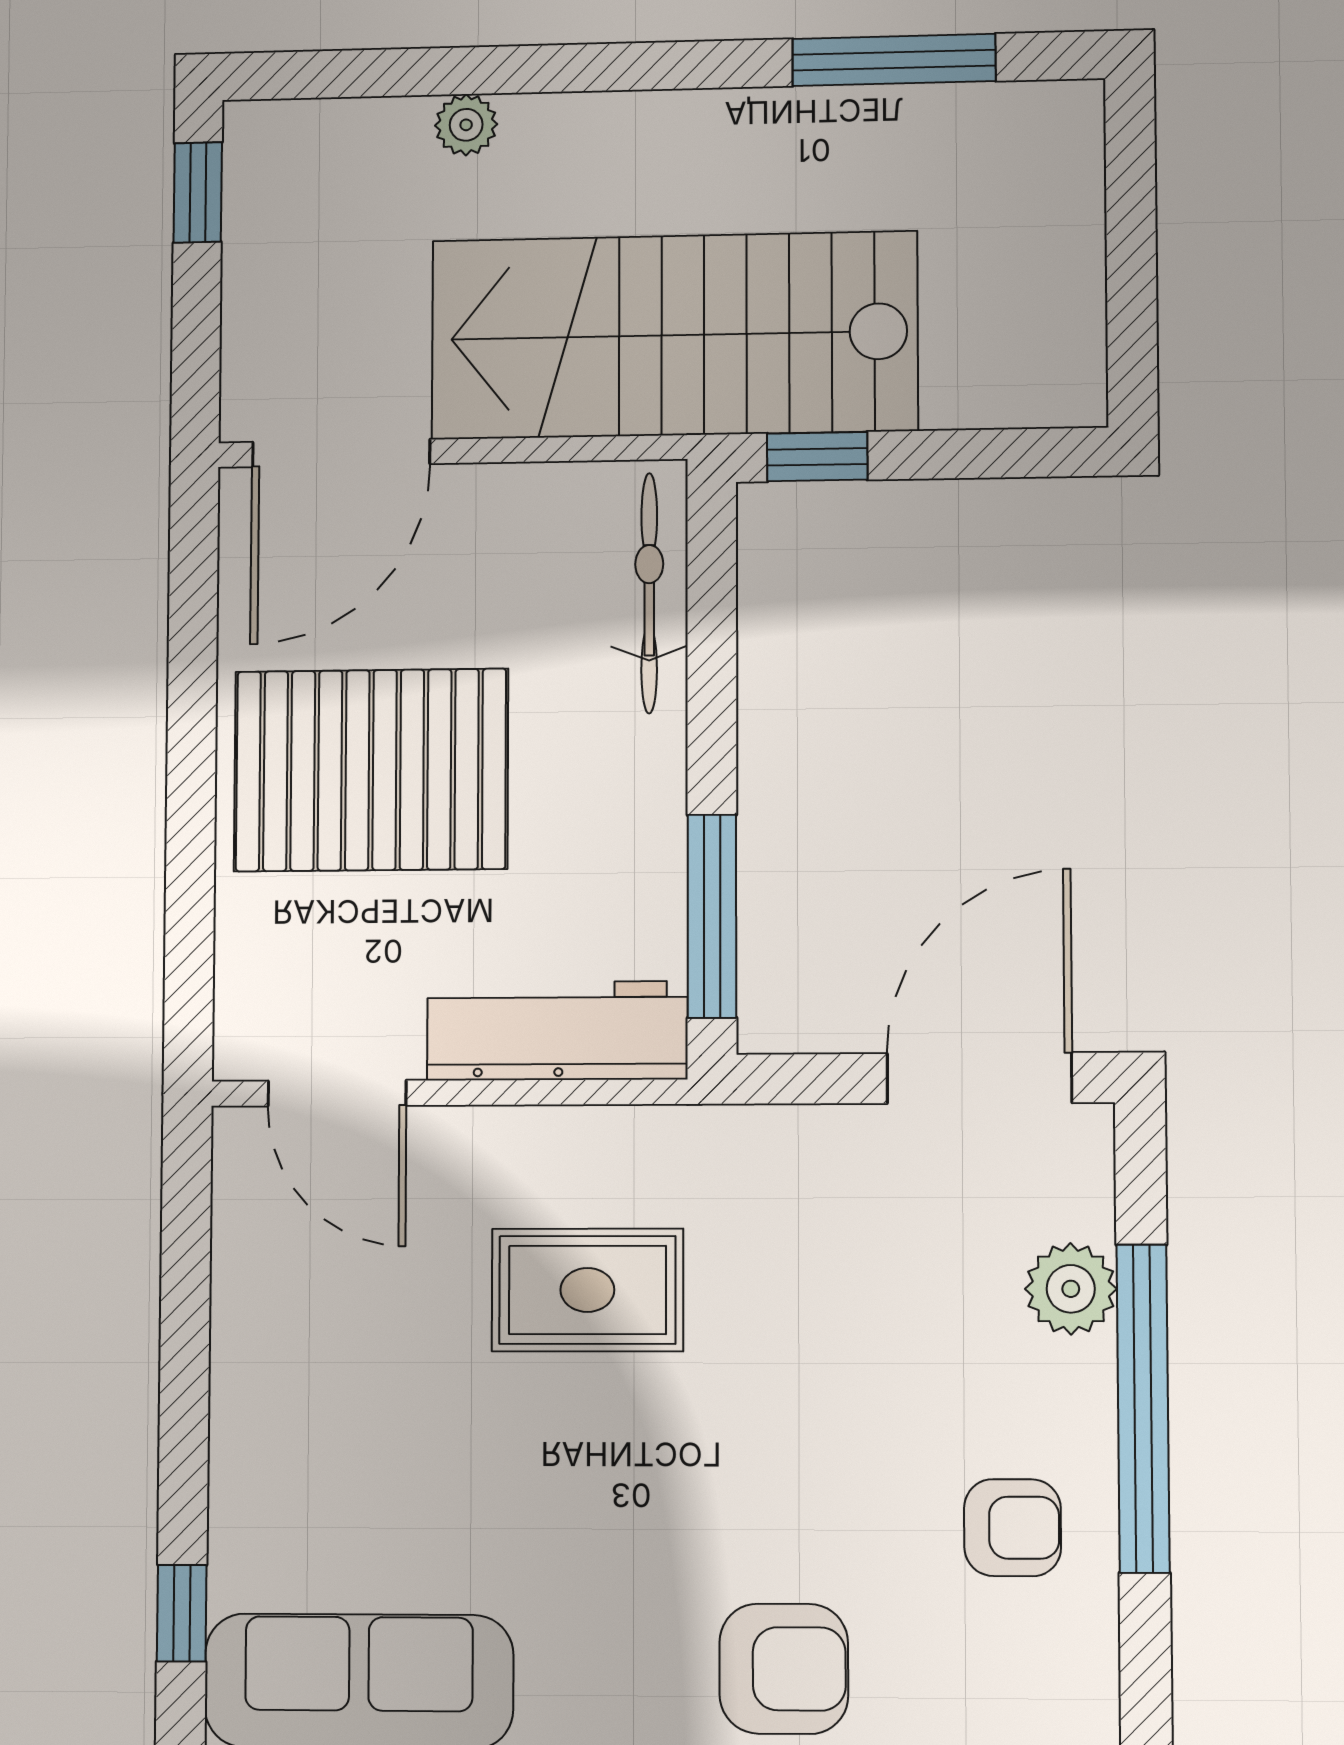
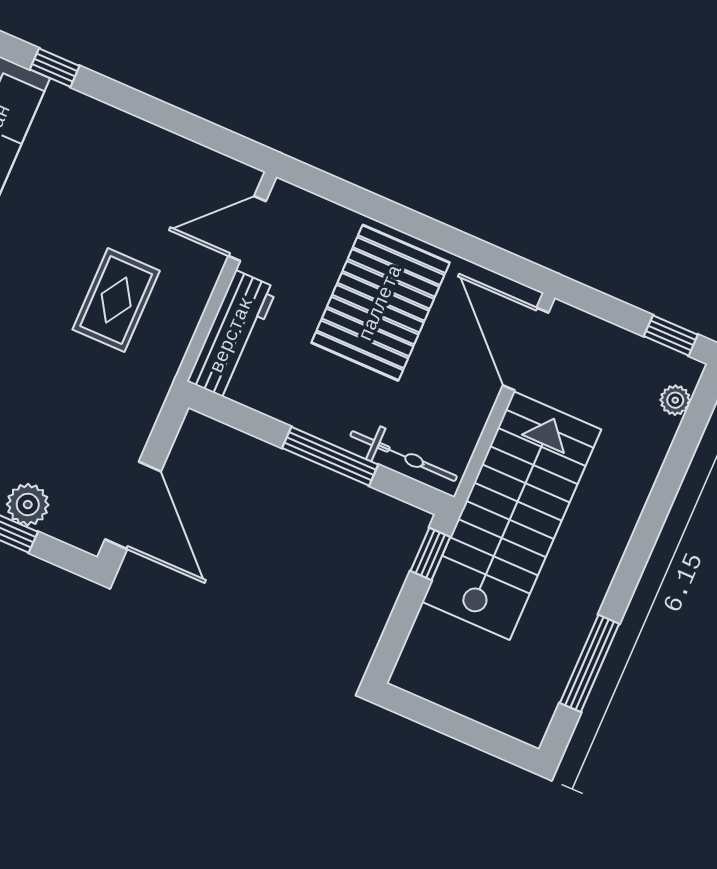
plant: (466, 125) -> (675, 400), moved
window: (712, 916) -> (330, 456), moved

